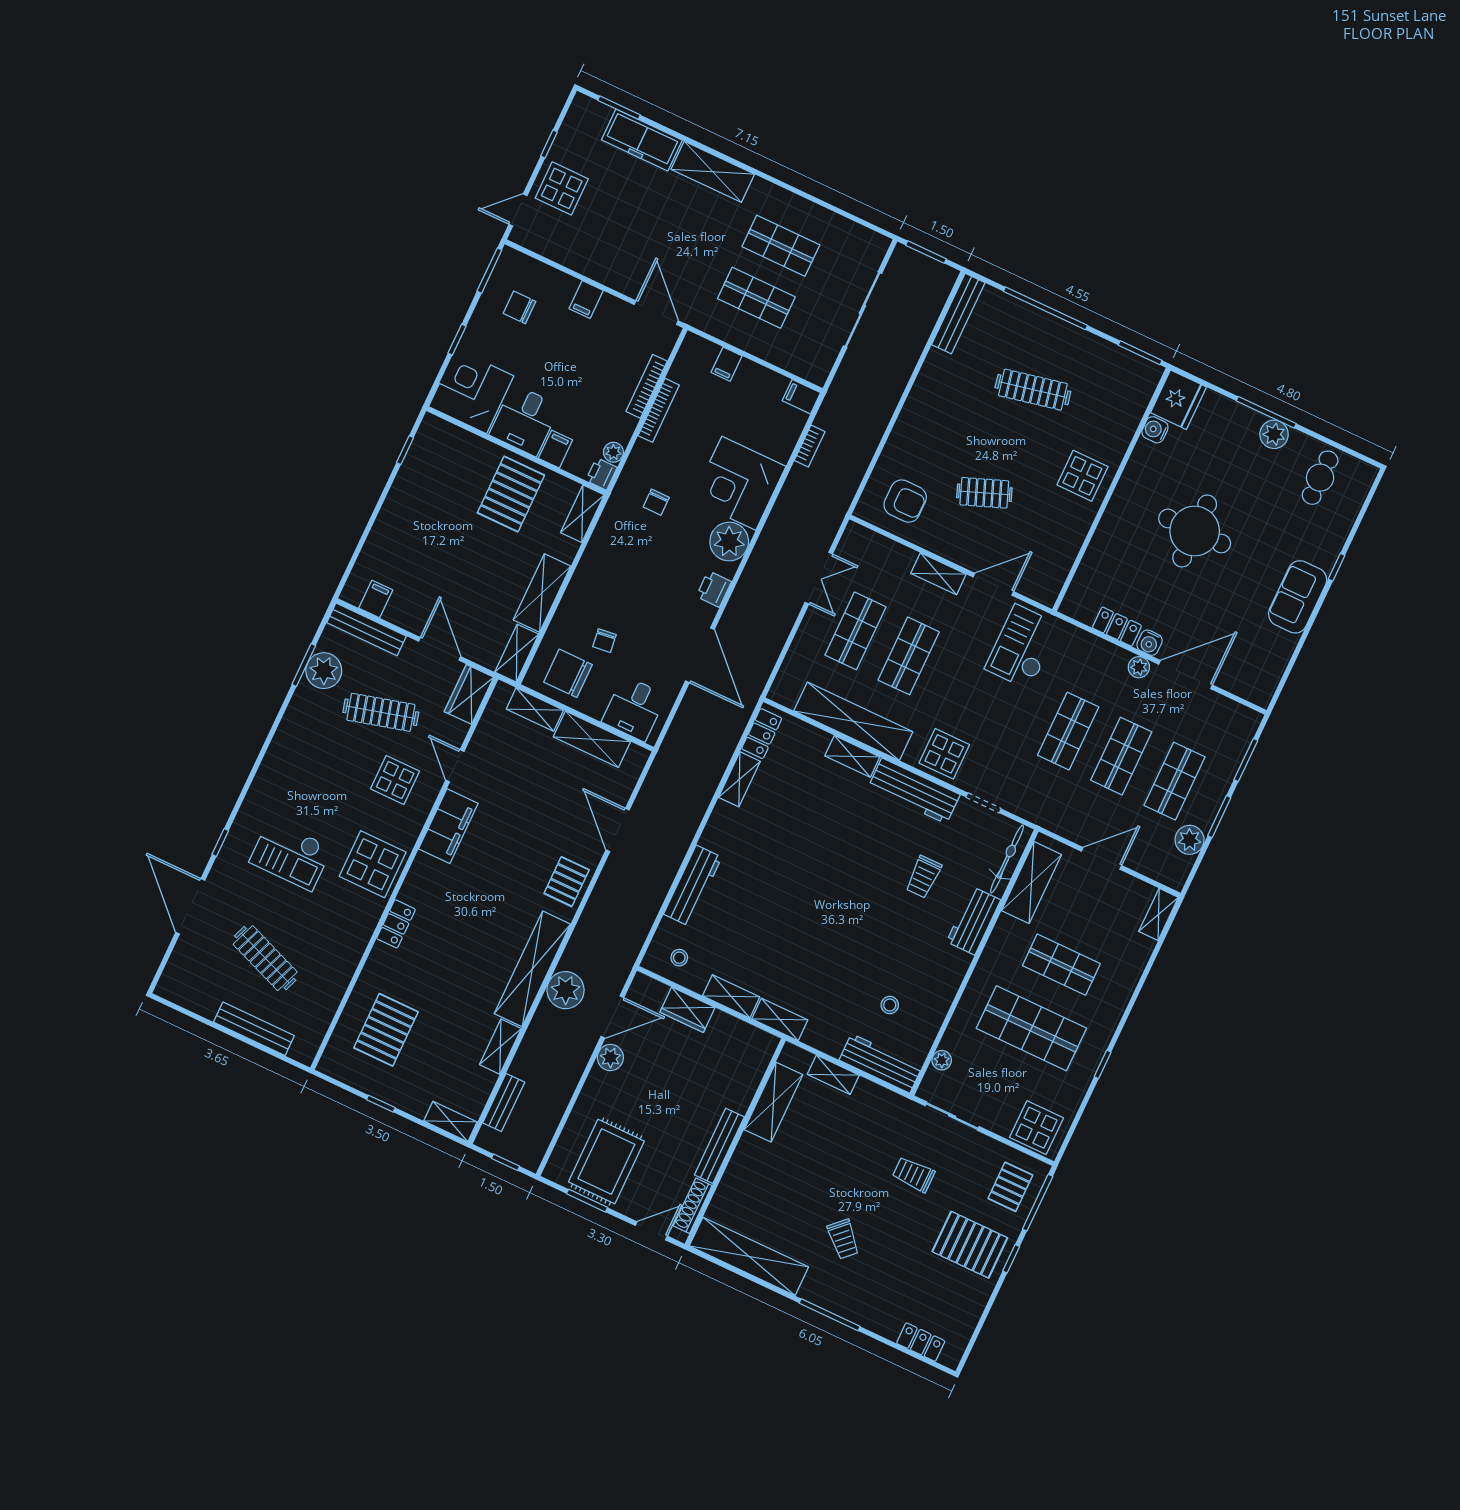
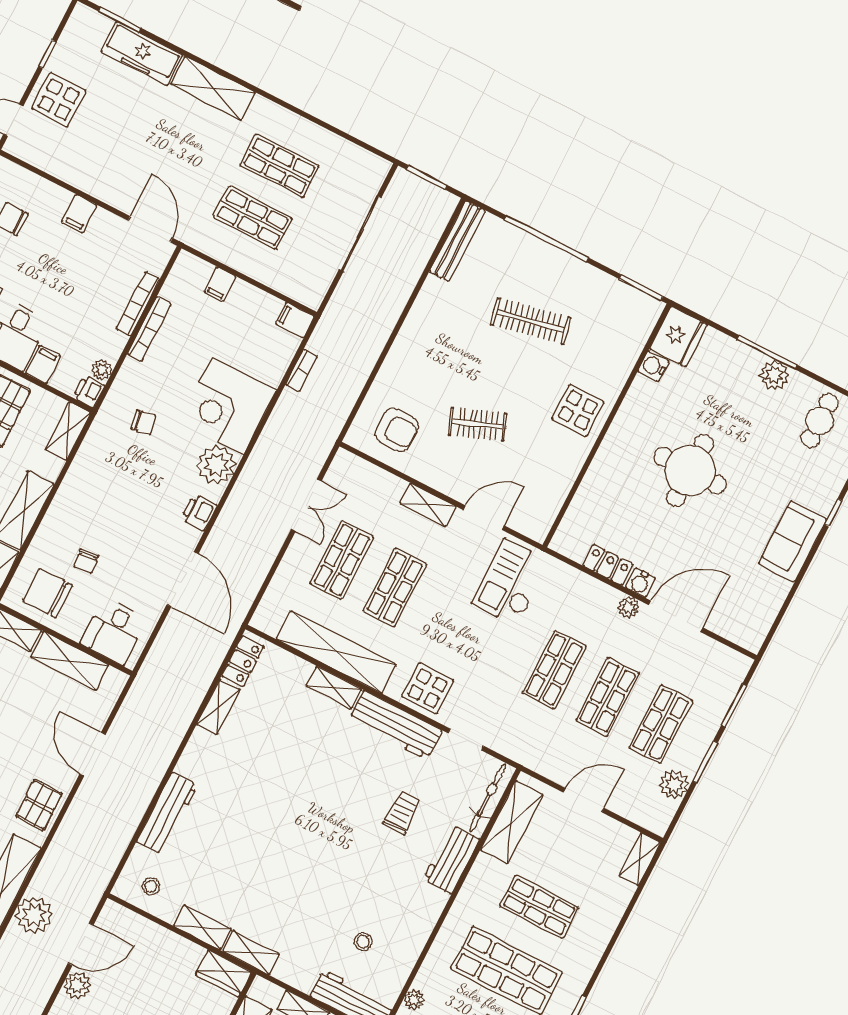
chair: (656, 502) -> (144, 422), turned -101
trolley: (923, 877) -> (402, 813), turned 180
wardrobe: (688, 1010) -> (224, 973), moved

